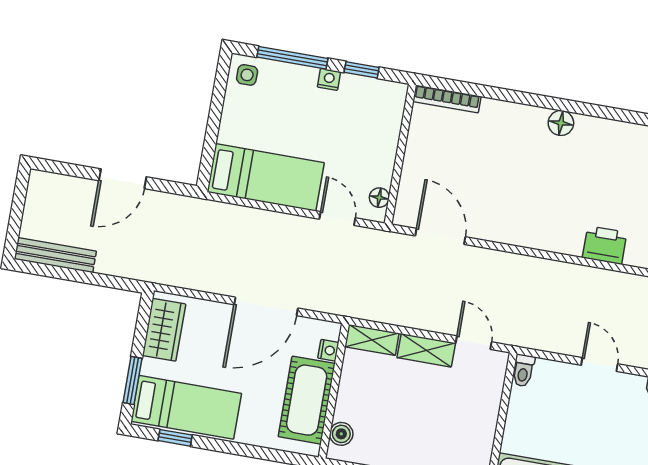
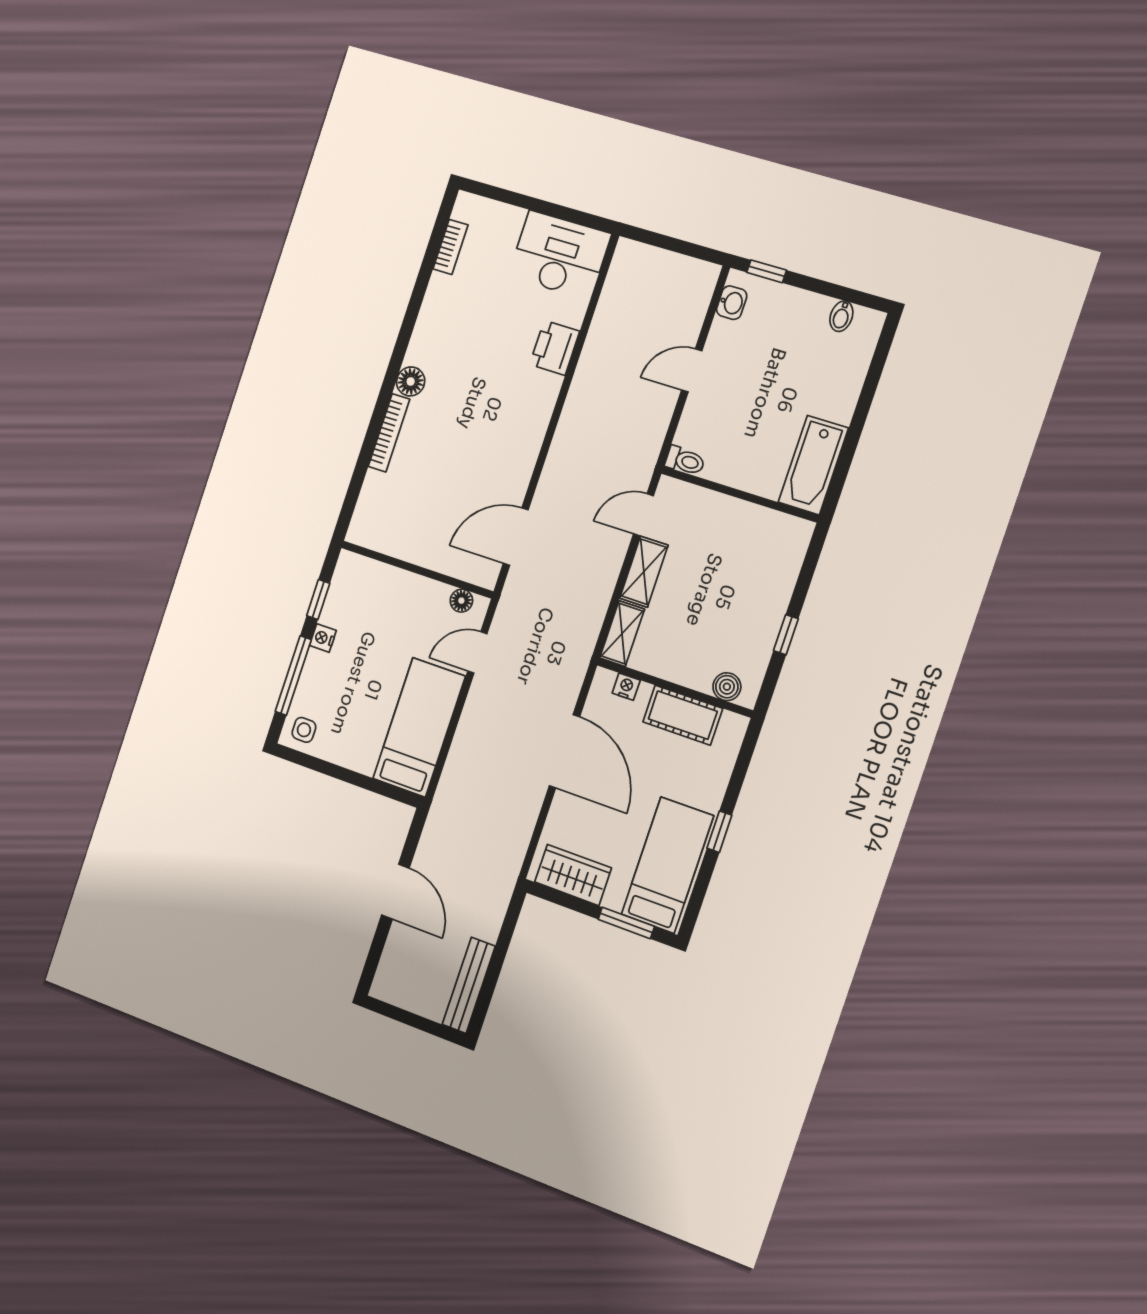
bookcase: (447, 99) -> (389, 433), moved
cot: (307, 400) -> (683, 715), width x0.73, depth x0.75
window: (175, 438) -> (719, 832), moved

